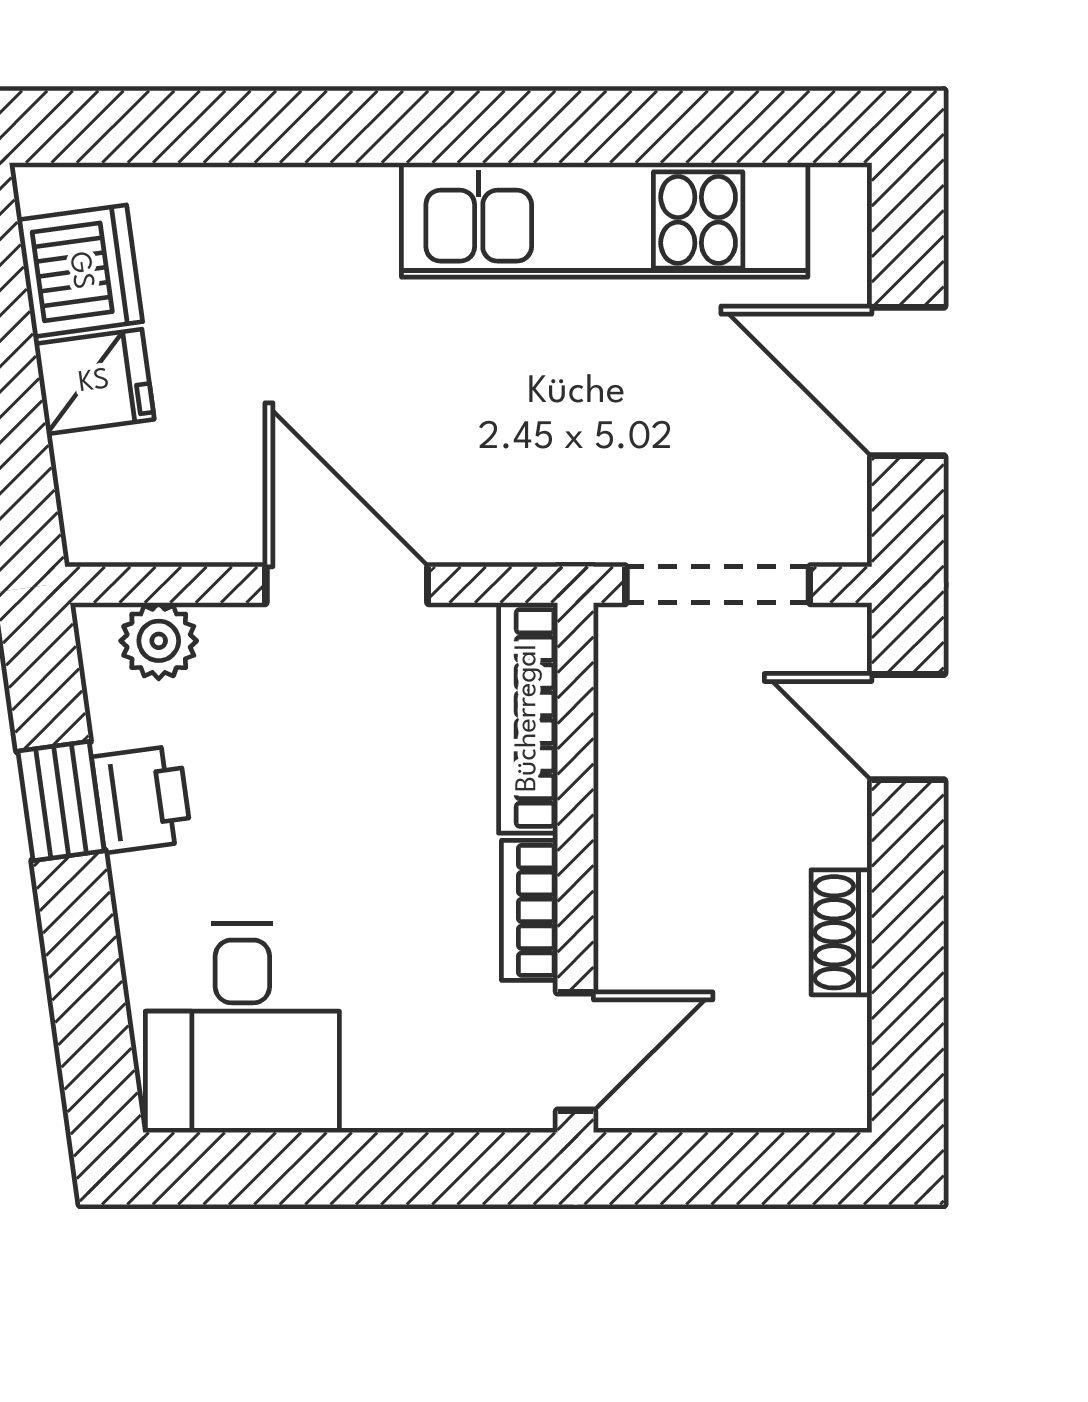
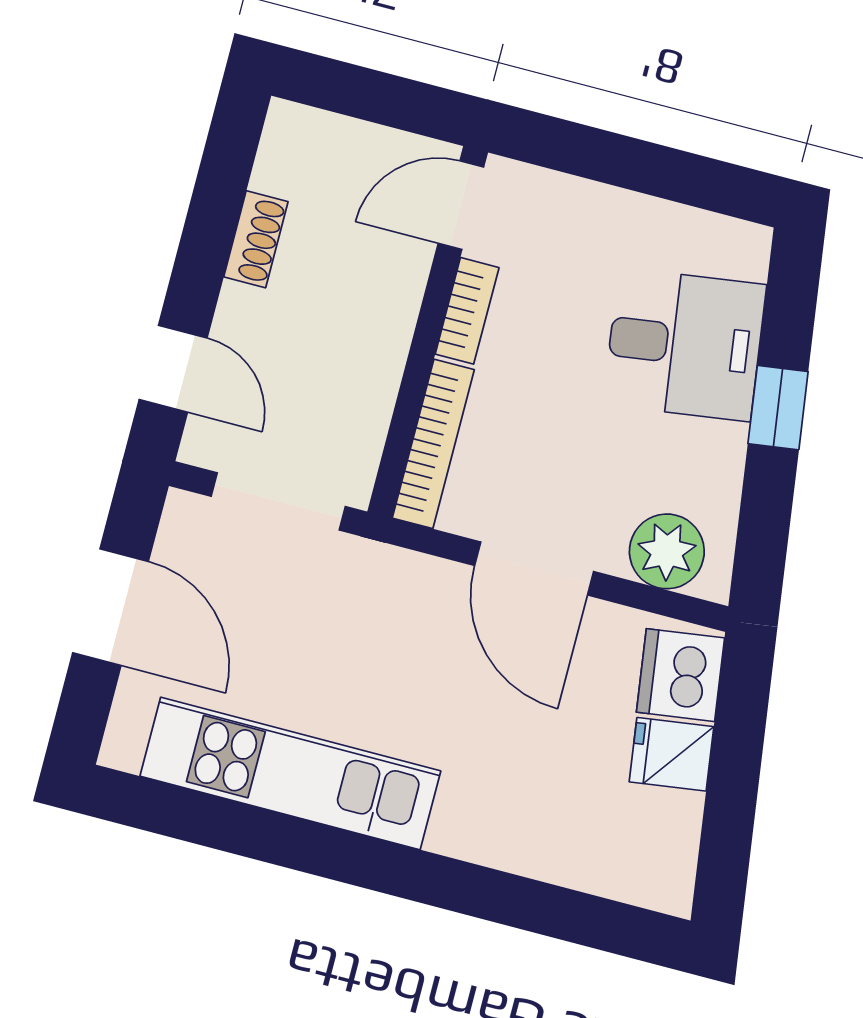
dishwasher: (80, 271) -> (680, 675), moved
plant: (159, 641) -> (667, 551), width x1.38, depth x1.38
printer: (142, 799) -> (714, 458), removed
window: (61, 801) -> (778, 408), moved
desk: (242, 1028) -> (685, 345), moved, turned 82

